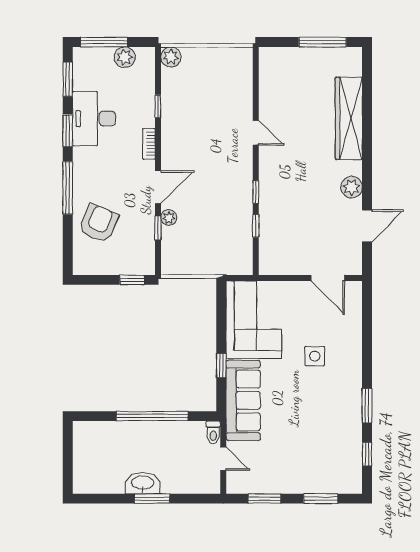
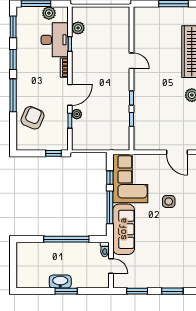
plant: (171, 57) -> (78, 28), moved
desk: (94, 119) -> (55, 40), moved, turned 180
window: (221, 318) -> (110, 178), added
window: (221, 366) -> (110, 207), width x2.17

